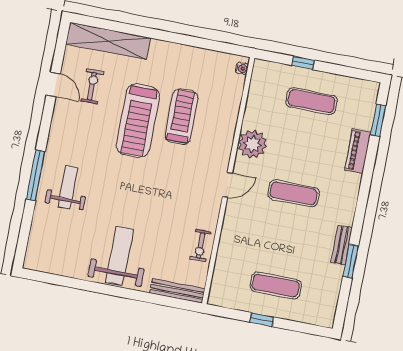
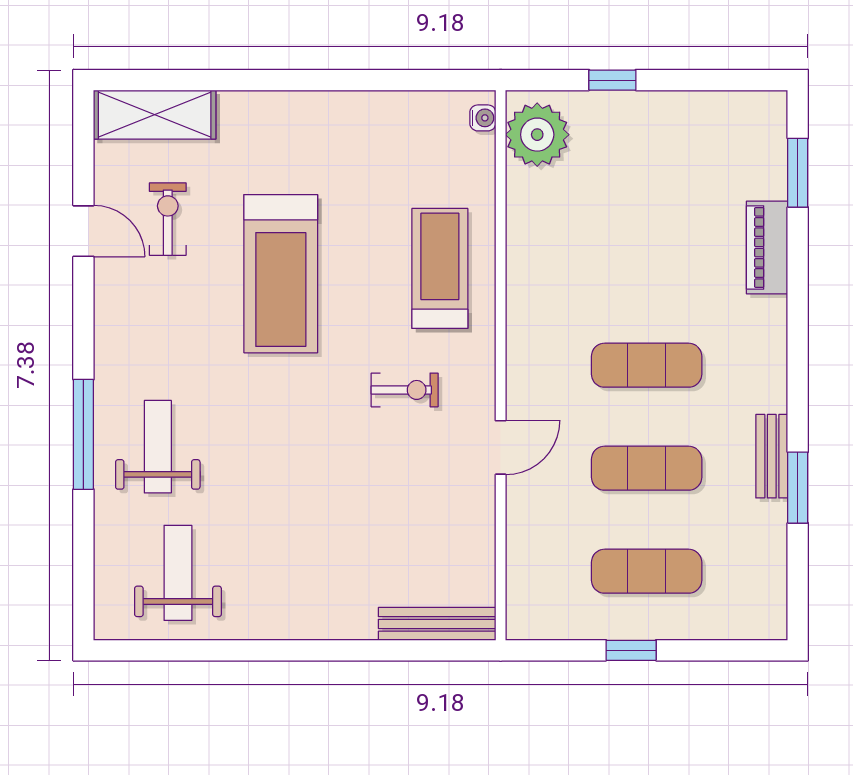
shelving: (108, 41) -> (155, 115), width x0.68
exercise mat: (311, 101) -> (647, 468), moved
treadmill: (182, 117) -> (440, 268), moved
plant: (252, 144) -> (537, 135), moved
door: (227, 185) -> (501, 447), moved
exercise bike: (201, 246) -> (405, 390), moved, turned -90
weight bench: (119, 256) -> (178, 573), moved, width x0.73, depth x0.75

